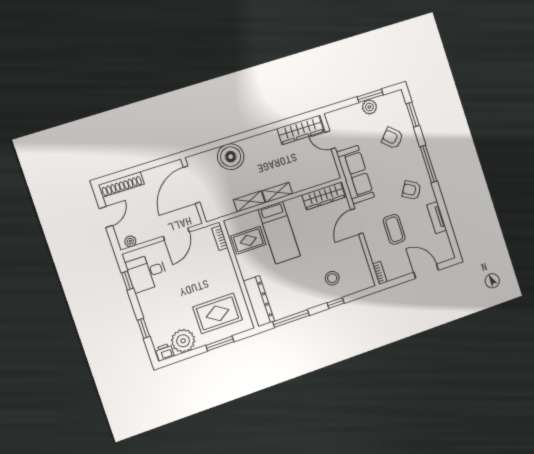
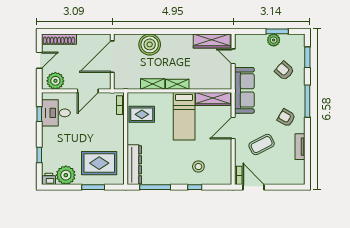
coffee table: (394, 229) -> (262, 145), turned 63
bed: (279, 233) -> (184, 116), moved
plant: (130, 241) -> (55, 81), width x1.88, depth x1.88
door: (426, 271) -> (253, 187), moved

